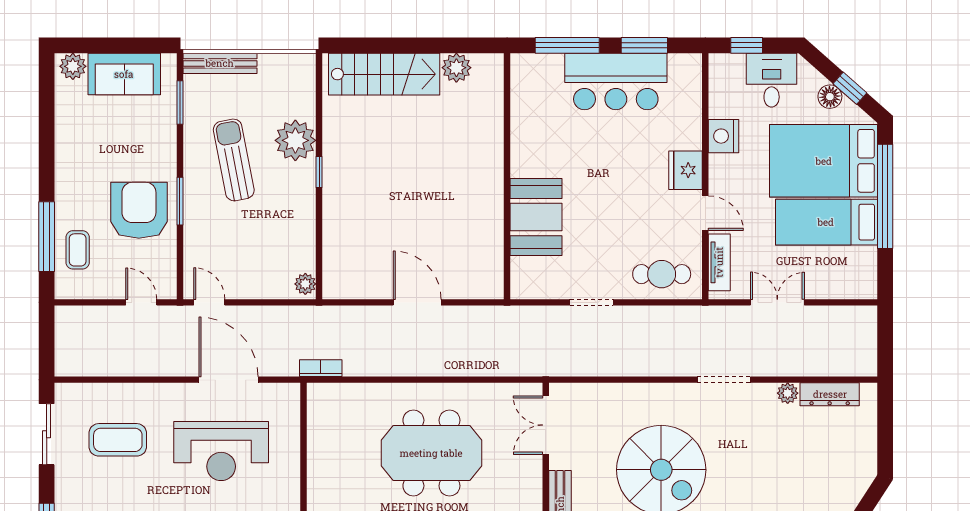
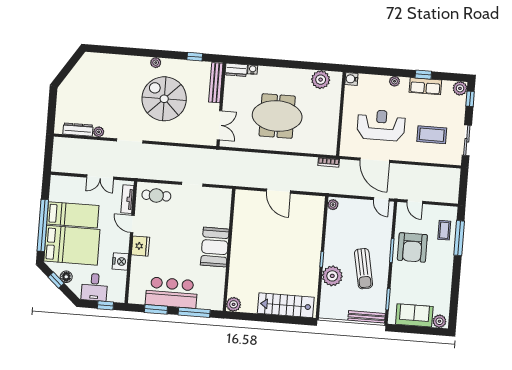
plant: (456, 68) -> (234, 304), moved
booth: (536, 217) -> (215, 247), moved

